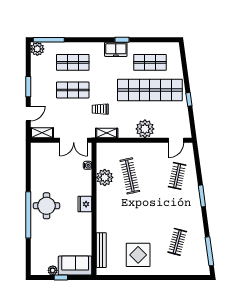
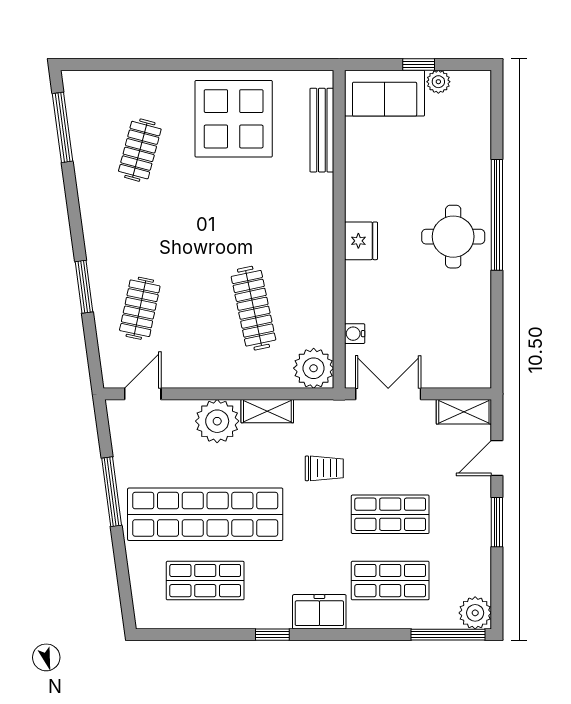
freezer: (116, 49) -> (319, 612), moved
window: (189, 99) -> (112, 492), width x2.17
shelving: (107, 133) -> (267, 411), moved
plant: (105, 177) -> (314, 368), moved
window: (202, 196) -> (84, 287), moved
display table: (138, 255) -> (234, 119), width x1.36, depth x1.36

